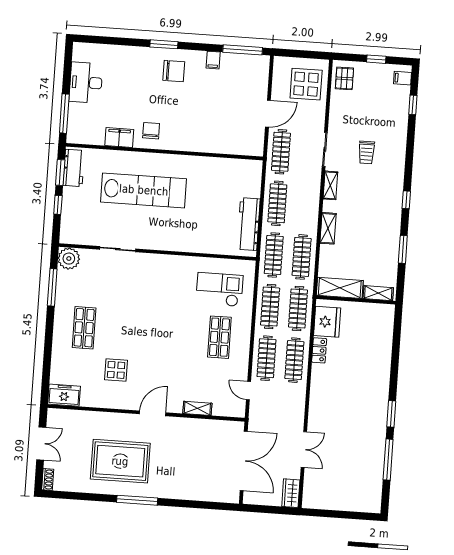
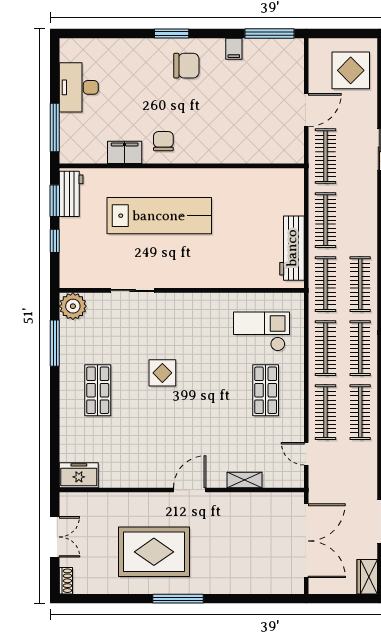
display table: (116, 370) -> (162, 373), moved

